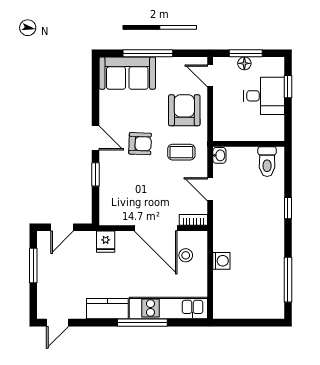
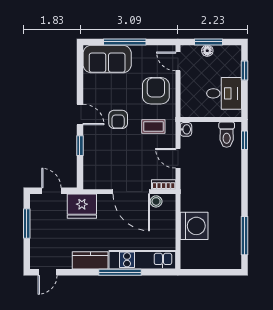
desk: (264, 96) -> (224, 93), moved
armchair: (140, 144) -> (118, 119), turned 88
window: (288, 208) -> (245, 140), moved
door: (62, 227) -> (51, 191), swing flipped
fridge: (106, 242) -> (82, 206), width x1.88, depth x1.34
stool: (186, 255) -> (156, 201), moved
washing machine: (221, 261) -> (194, 226), width x1.89, depth x1.89

